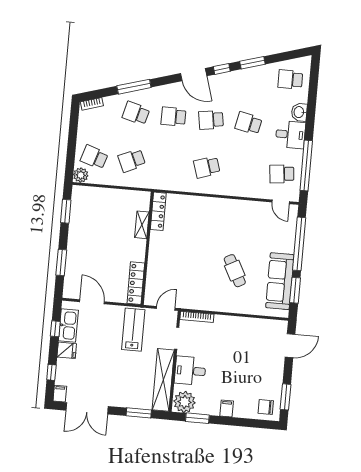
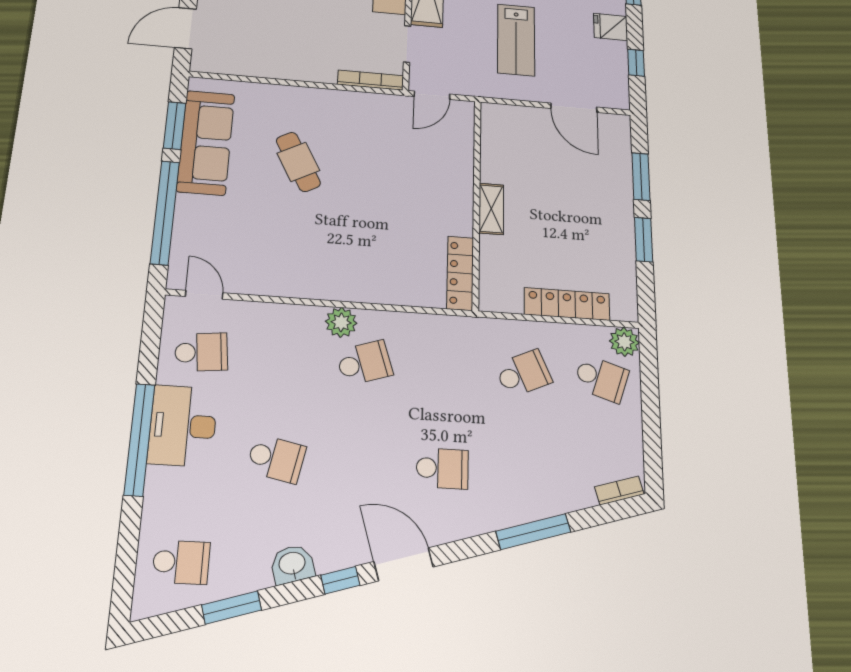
window: (252, 63) -> (232, 607), moved
washbasin: (299, 112) -> (292, 564), moved, turned -106
school desk: (136, 113) -> (524, 473), removed
school desk: (211, 120) -> (360, 464), removed
desk: (290, 135) -> (183, 426), width x1.37
window: (306, 165) -> (139, 439), moved
plant: (217, 187) -> (341, 322), added
window: (66, 211) -> (644, 240), moved
shelving: (142, 225) -> (491, 209), moved
locker: (136, 283) -> (567, 304), moved, turned -90
kitchen sink: (68, 325) -> (613, 68), removed
lab bench: (133, 330) -> (516, 40), moved

